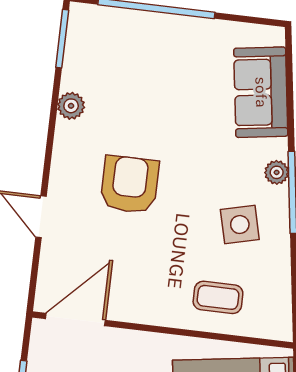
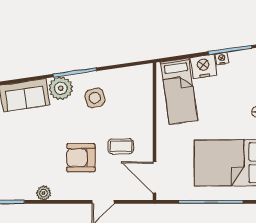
plant: (277, 172) -> (61, 88), width x1.87, depth x1.87
coffee table: (218, 297) -> (121, 146), moved, turned 90

